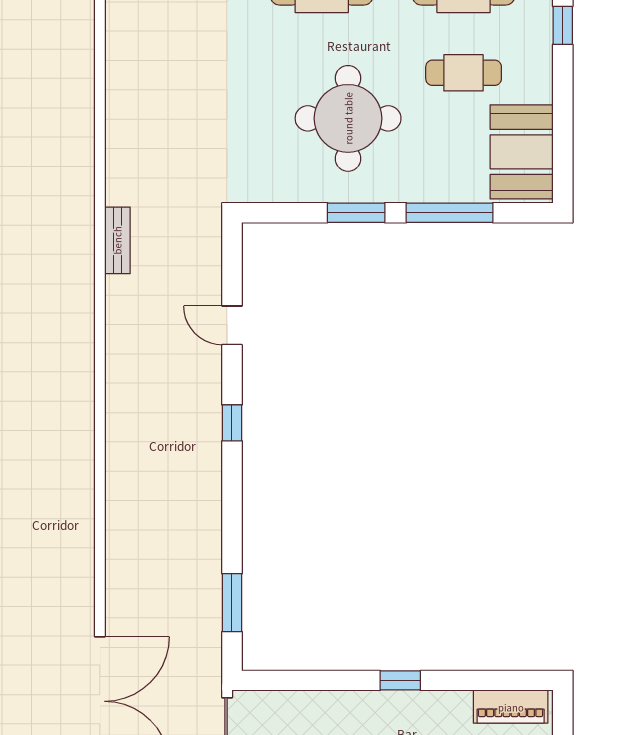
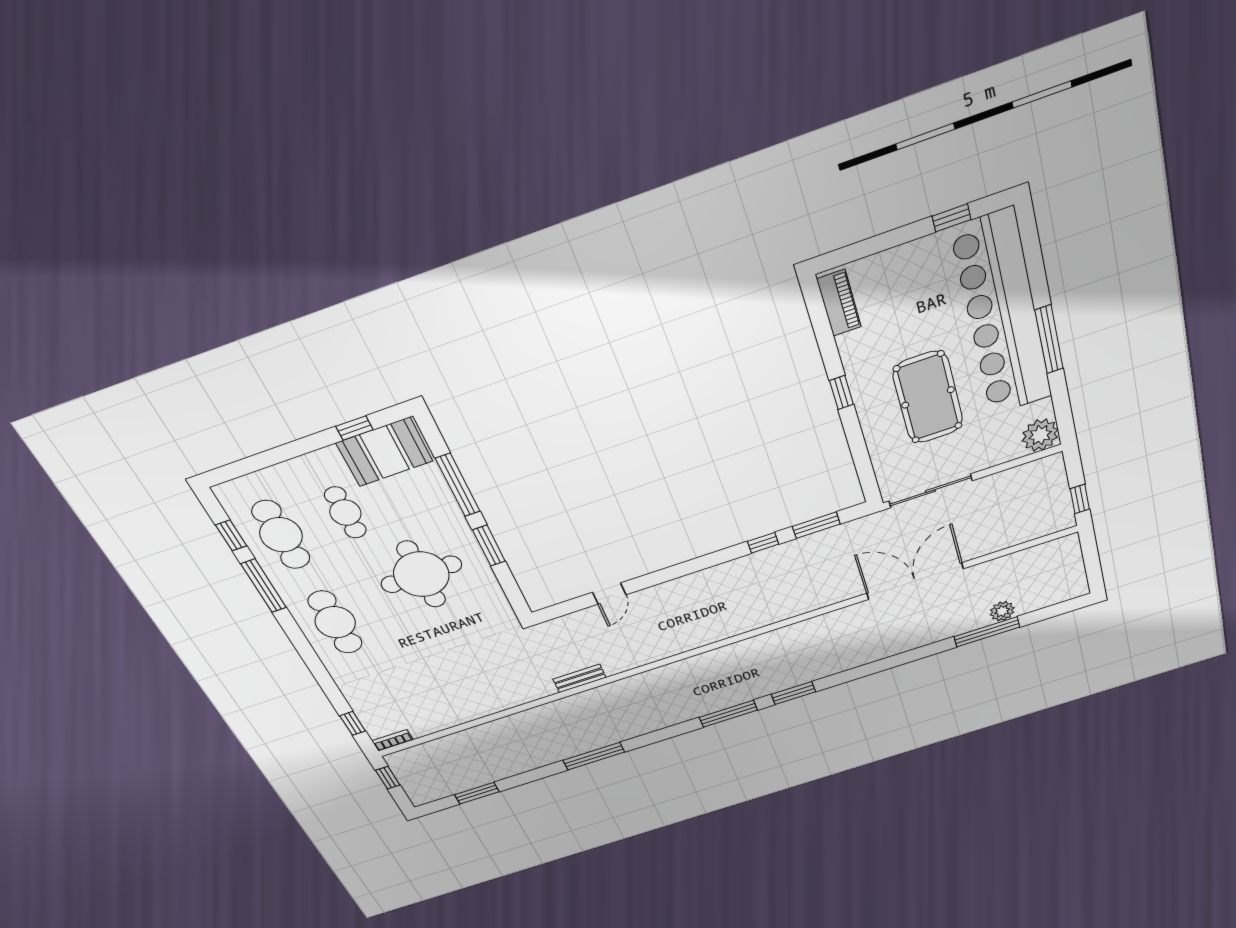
window: (563, 25) -> (354, 428), moved
window: (232, 423) -> (763, 543), moved

